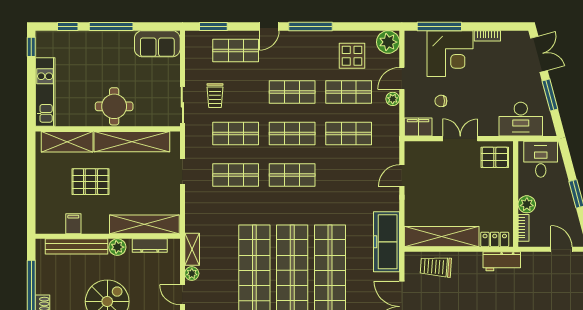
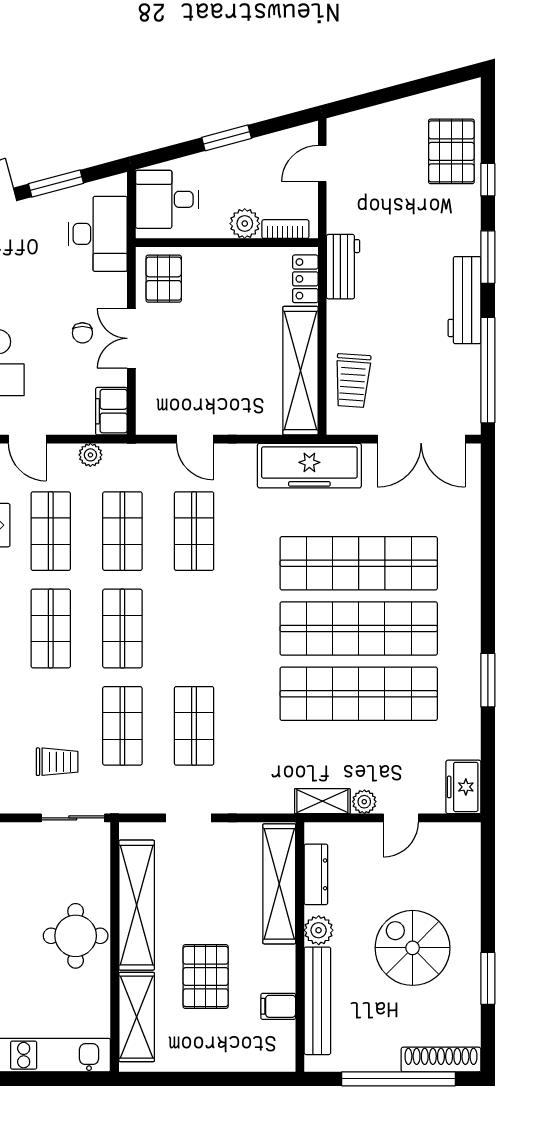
plant: (393, 99) -> (90, 455), moved
chair: (441, 101) -> (82, 333), moved
shop shelf: (292, 175) -> (194, 531), moved

